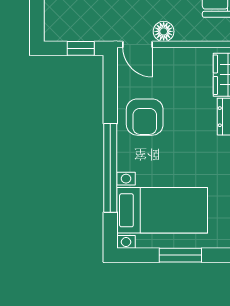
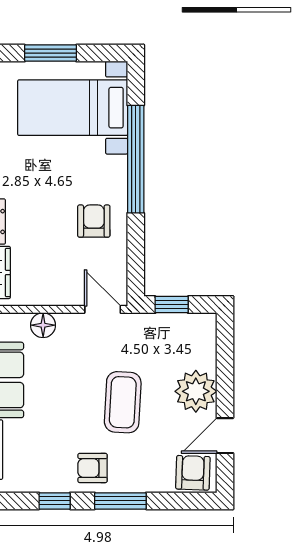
floor lamp: (164, 31) -> (43, 325), moved
armchair: (145, 117) -> (94, 221), width x0.72, depth x0.72

